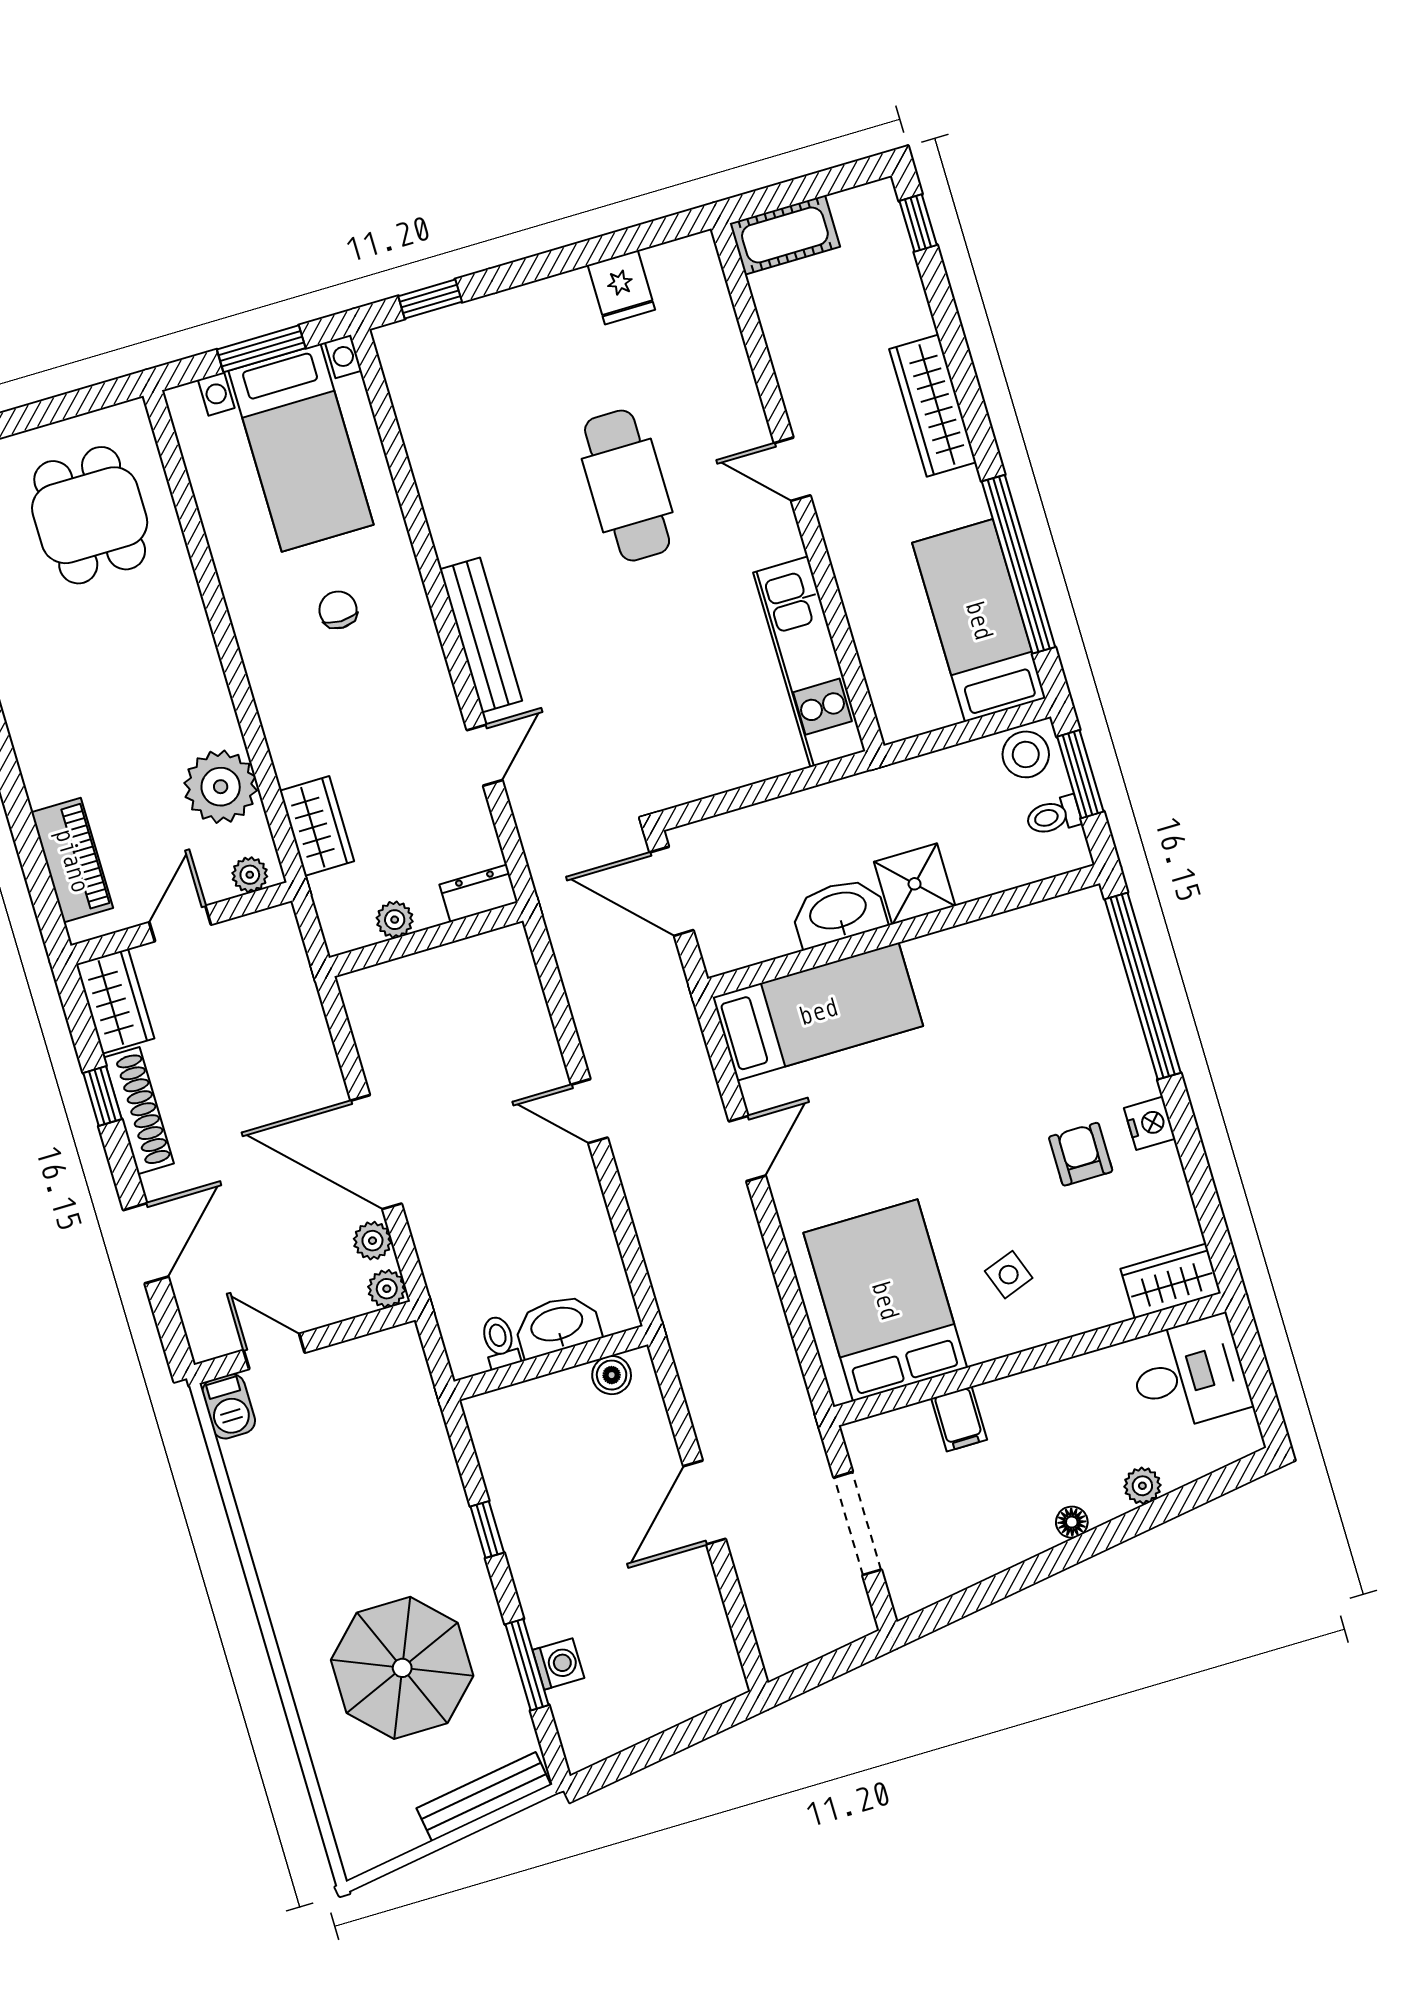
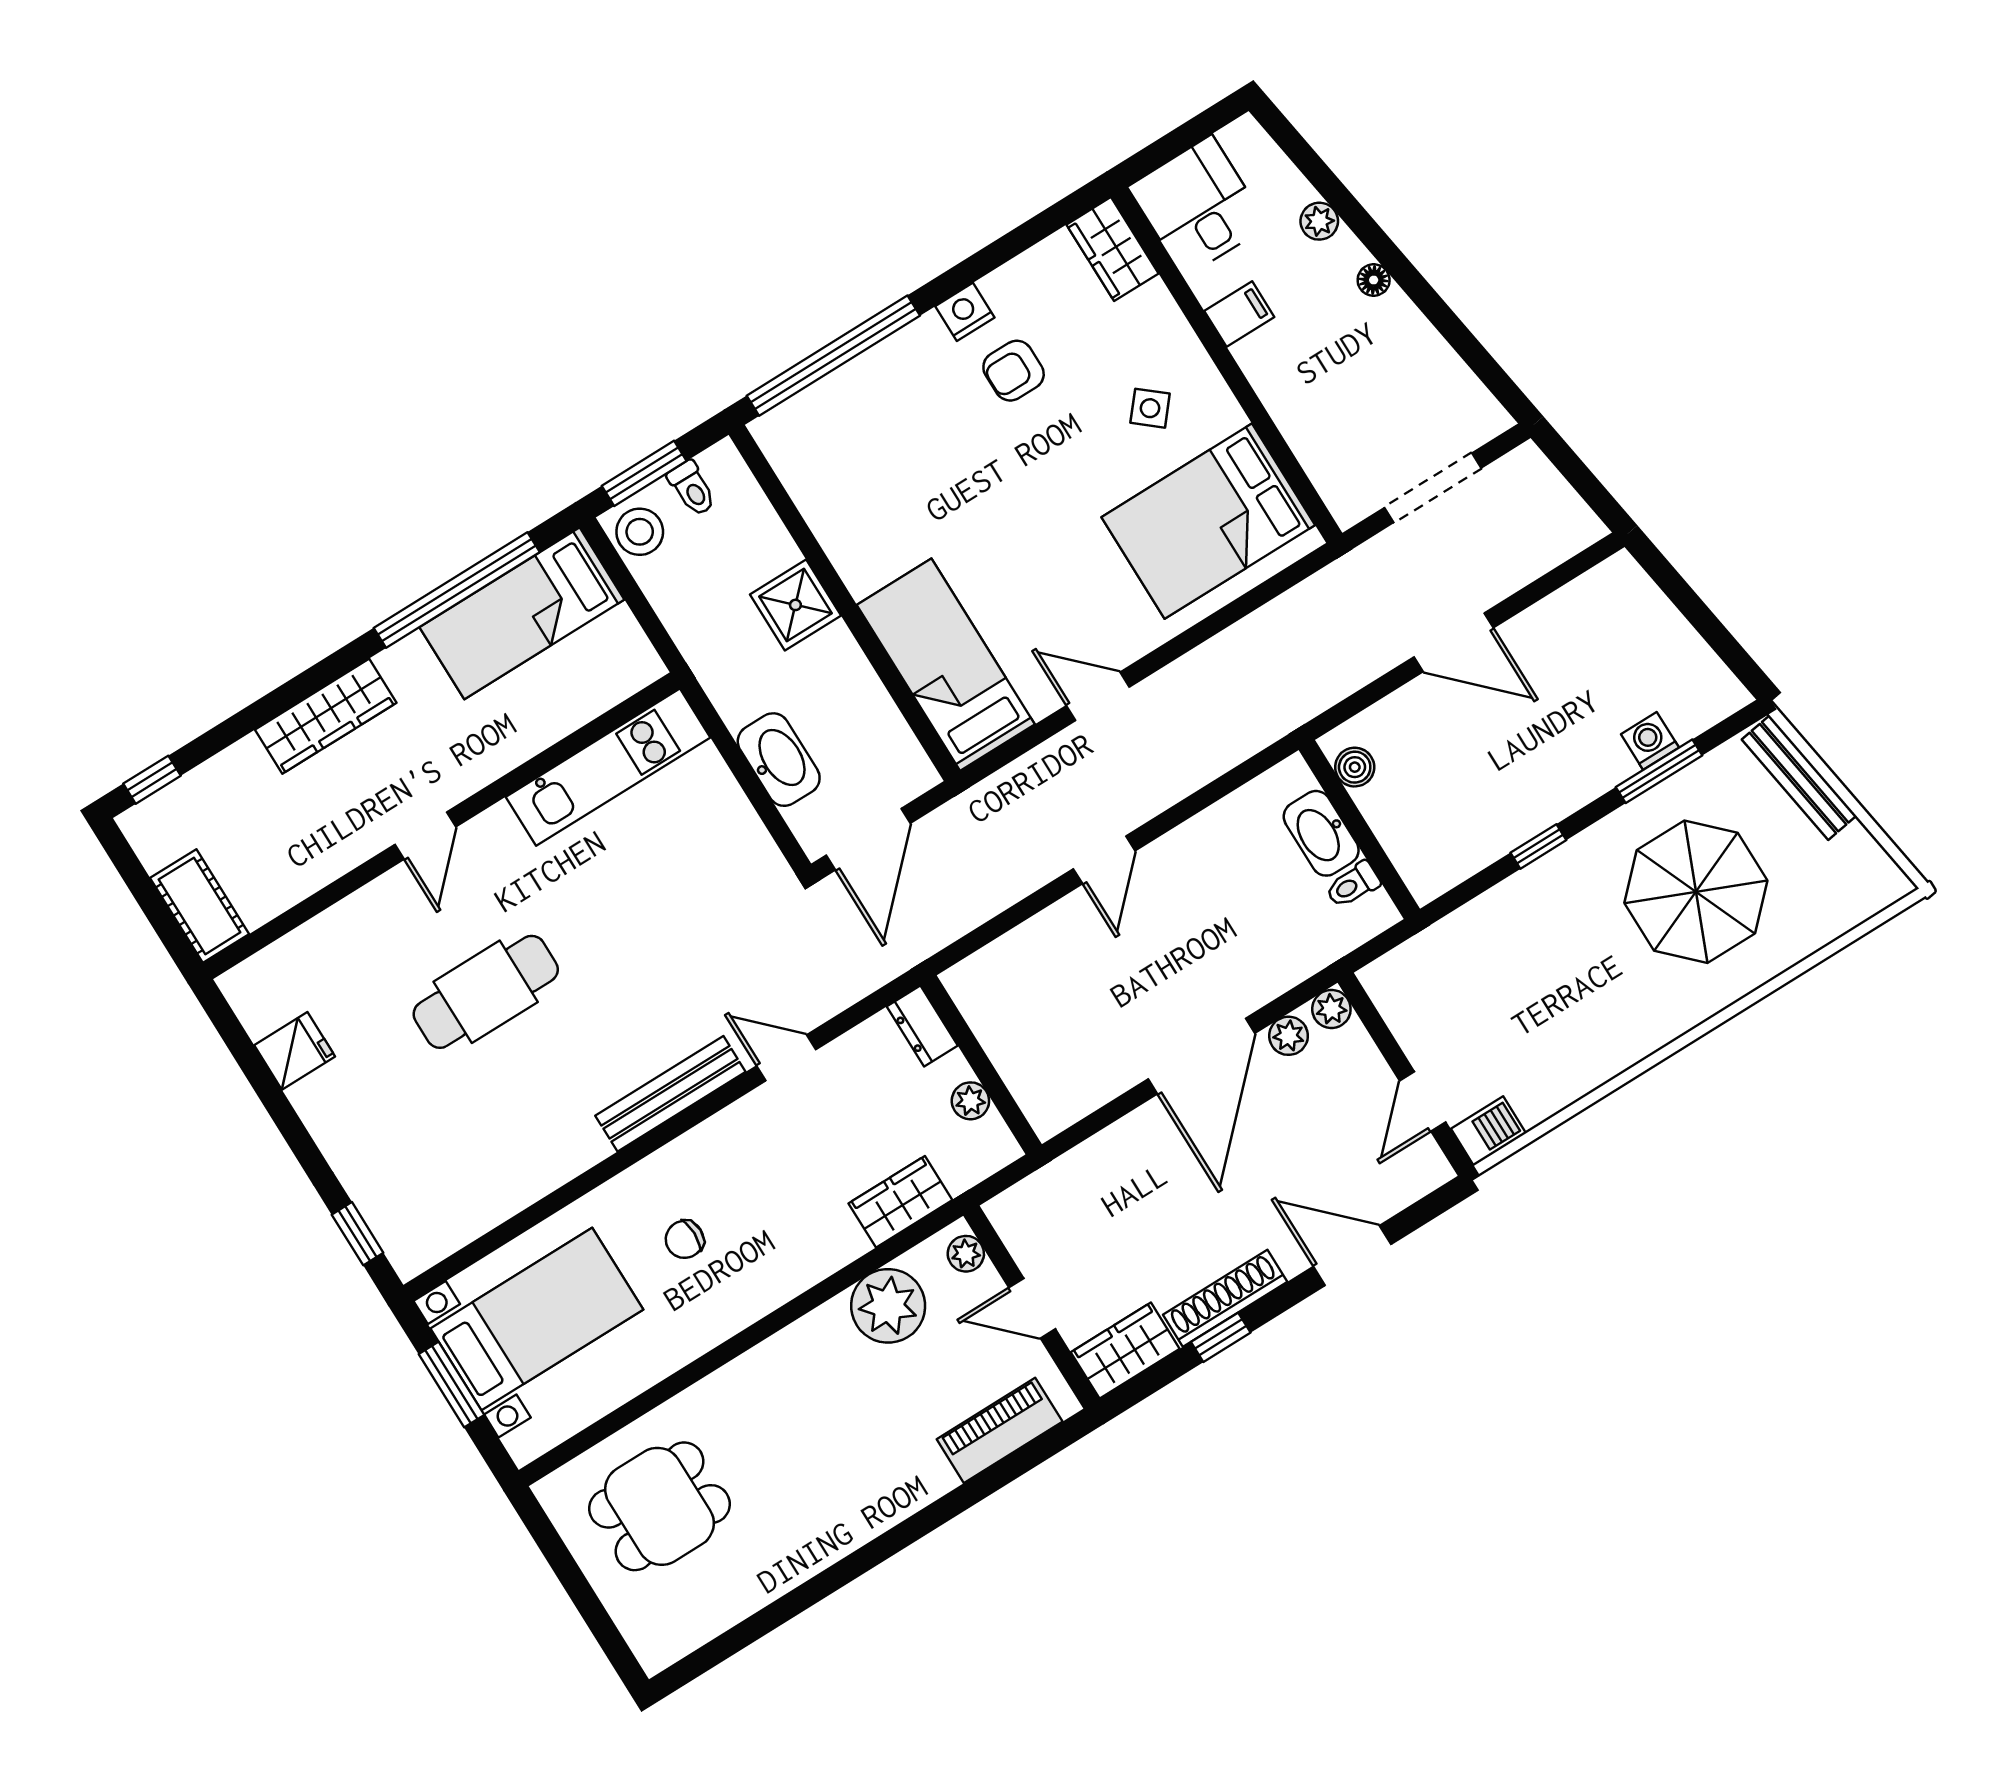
washbasin: (838, 912) -> (779, 760), moved, turned 180
side table: (1009, 1275) -> (1150, 408), turned -30
filing cabinet: (959, 1419) -> (1239, 314), moved

